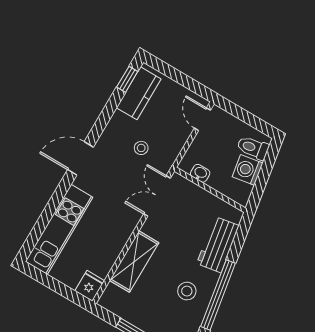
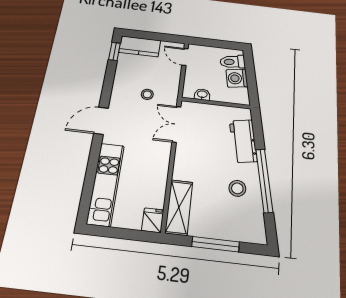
kitchen counter: (139, 93) -> (140, 46), moved, turned 90
shelving: (134, 262) -> (179, 207), moved

